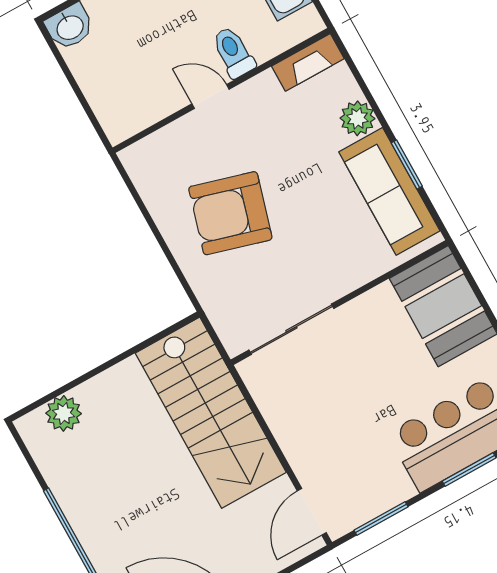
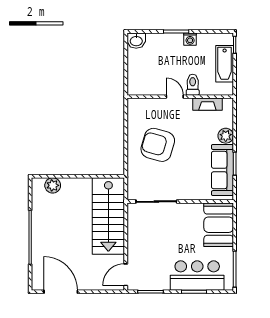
fireplace: (308, 62) -> (207, 104), moved

